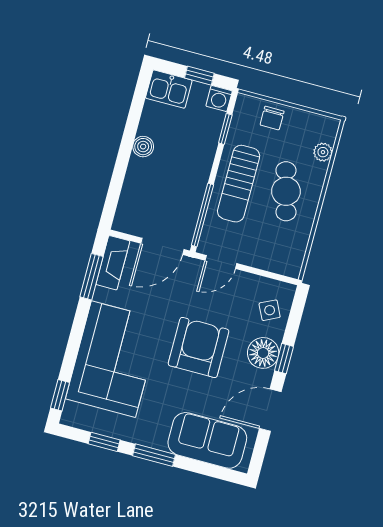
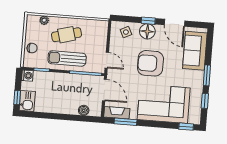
window: (199, 76) -> (17, 98), moved
boiler: (143, 147) -> (84, 110), moved
sun lounger: (239, 184) -> (67, 58), turned 180

